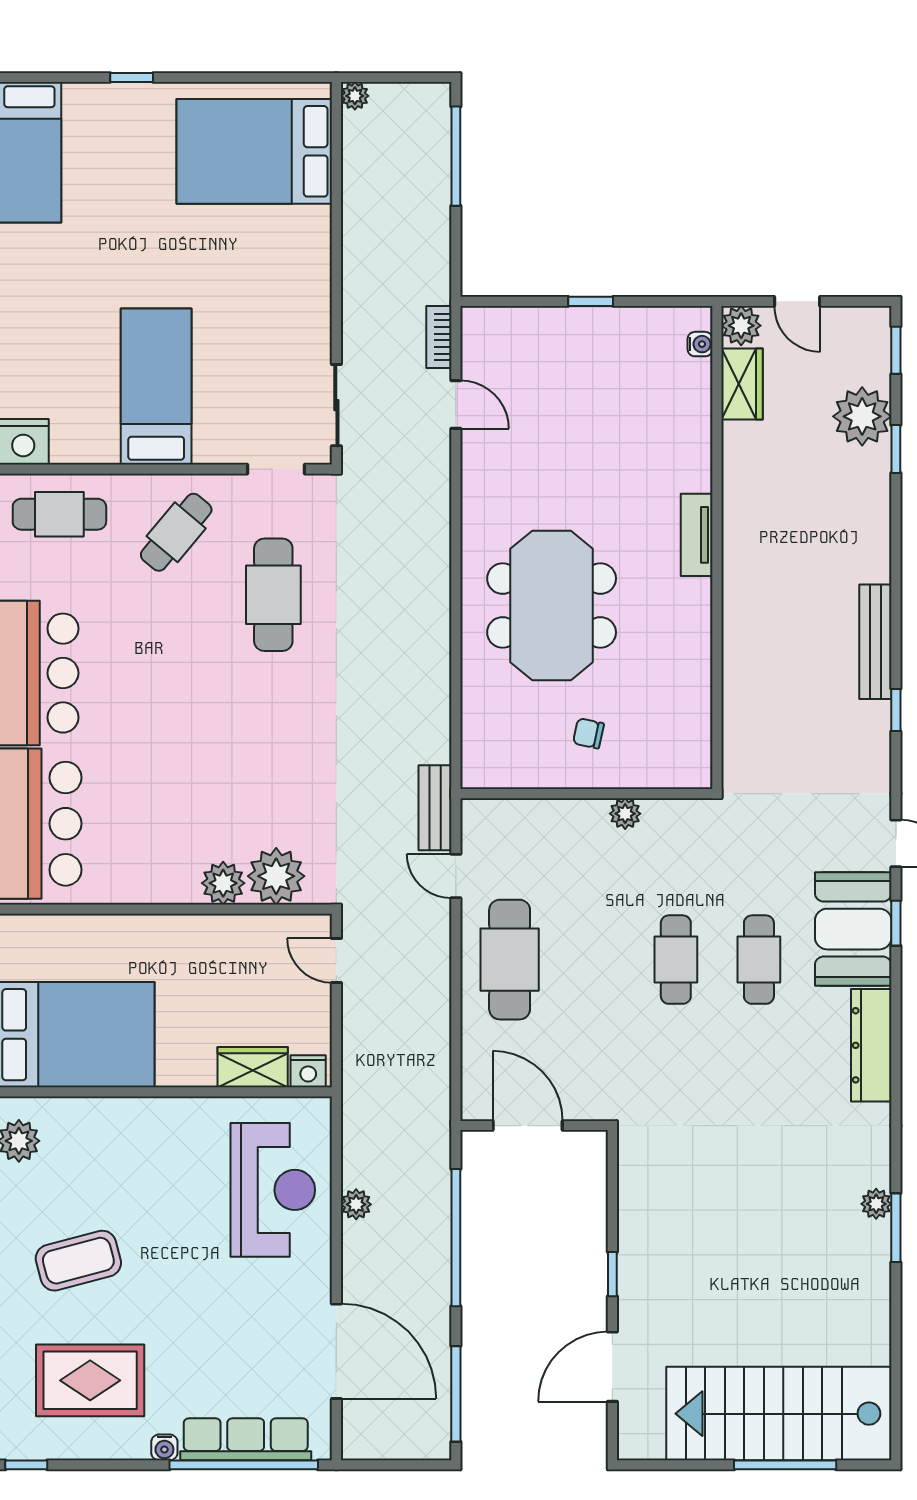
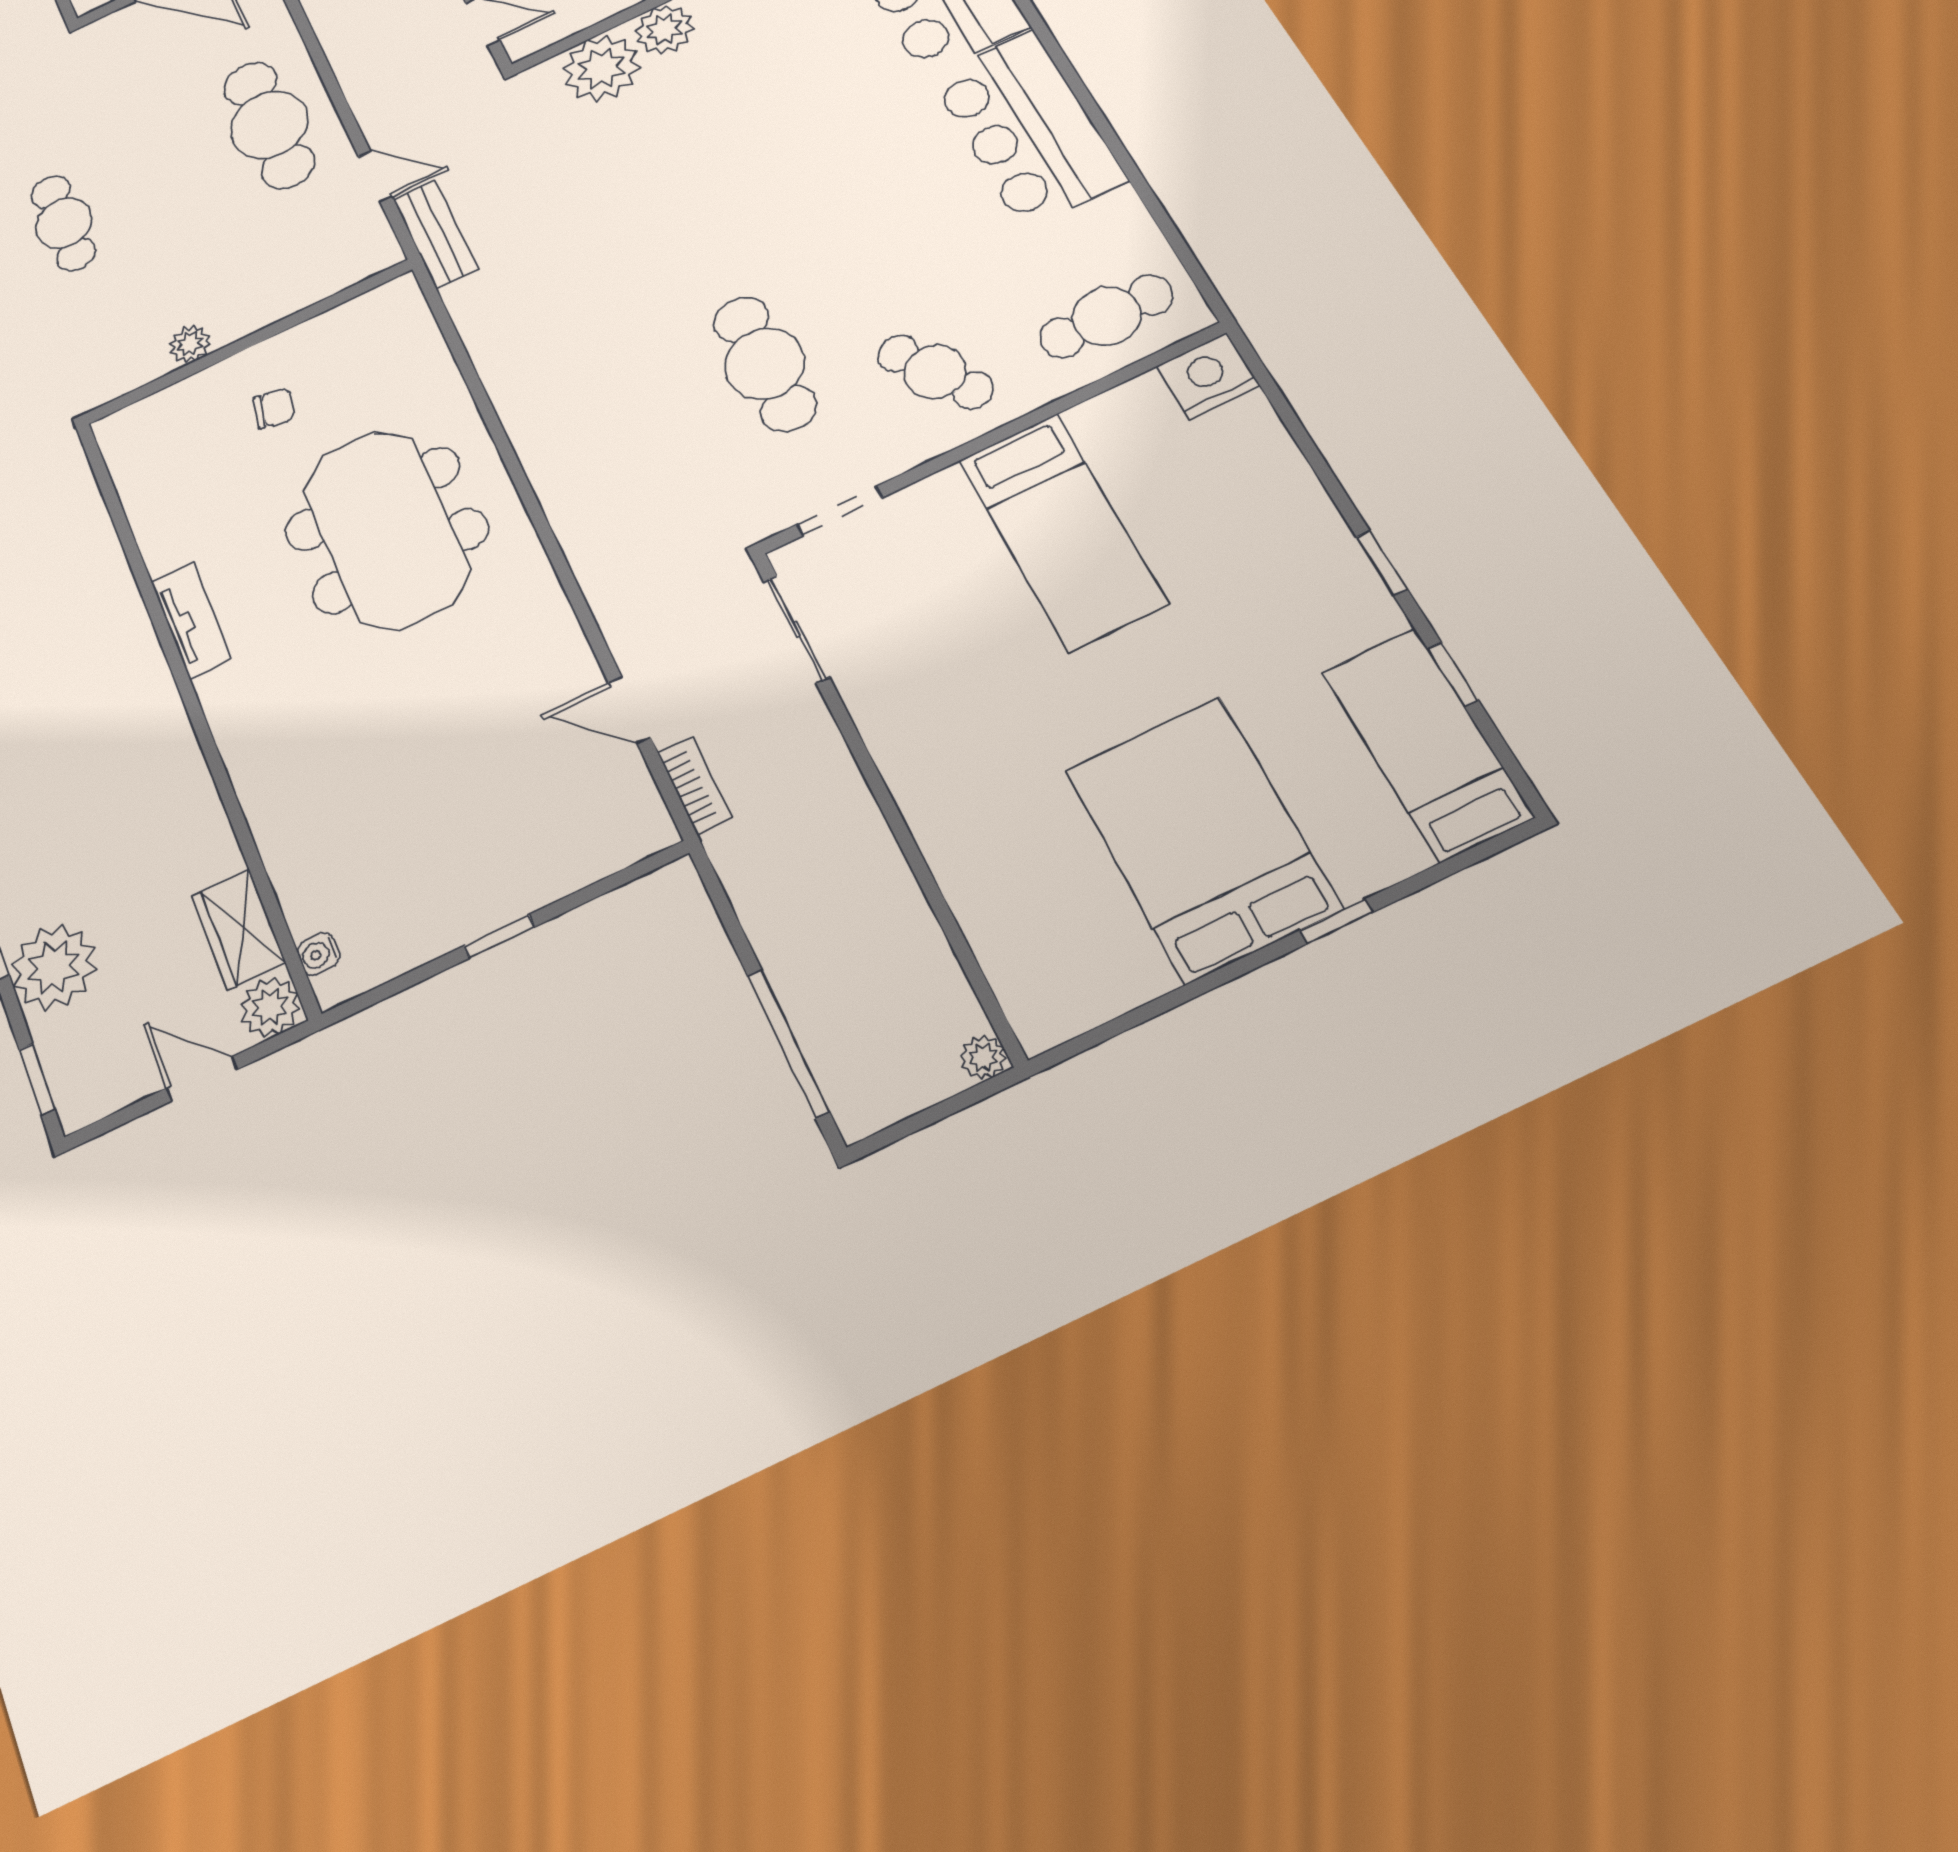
bed: (254, 151) -> (1202, 839), moved, turned -90
cafe table: (176, 532) -> (935, 372), turned -72
tv unit: (697, 535) -> (191, 620), moved

